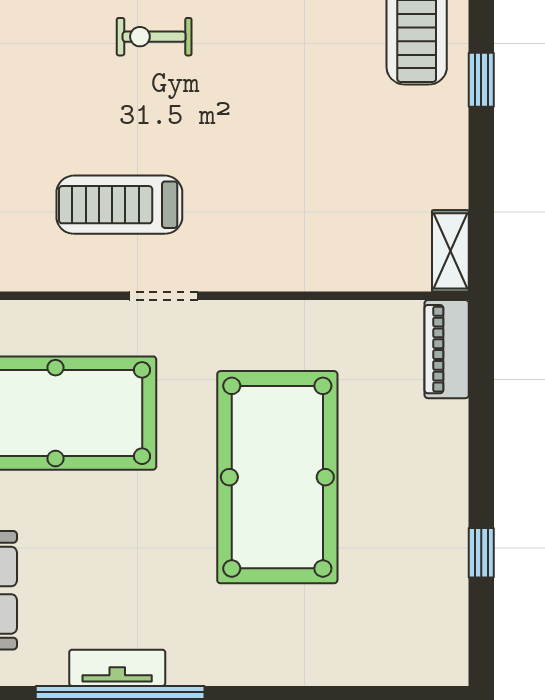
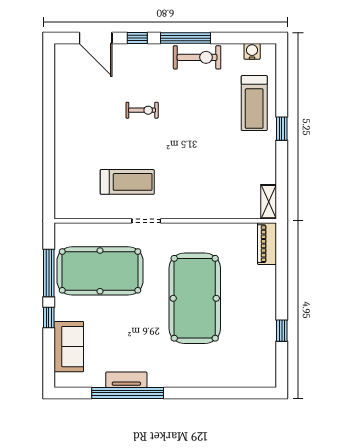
exercise bike: (154, 37) -> (142, 110), turned 180
treadmill: (119, 205) -> (127, 182), turned 180

